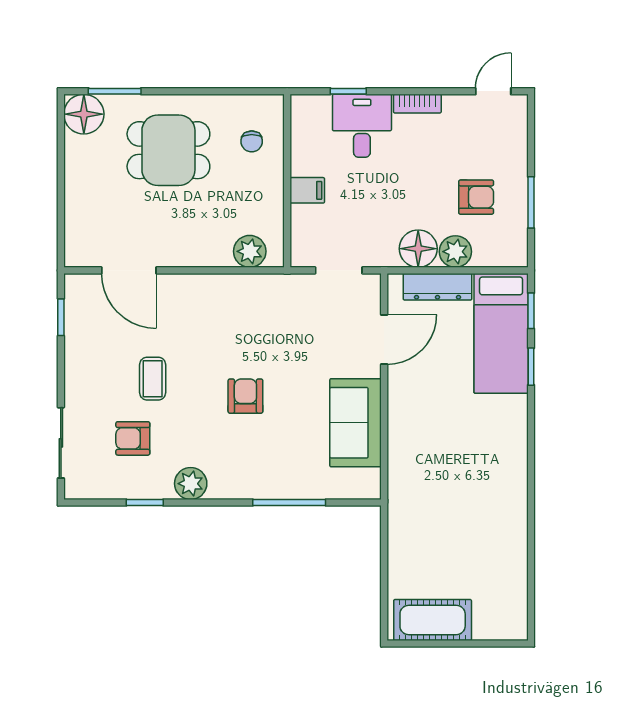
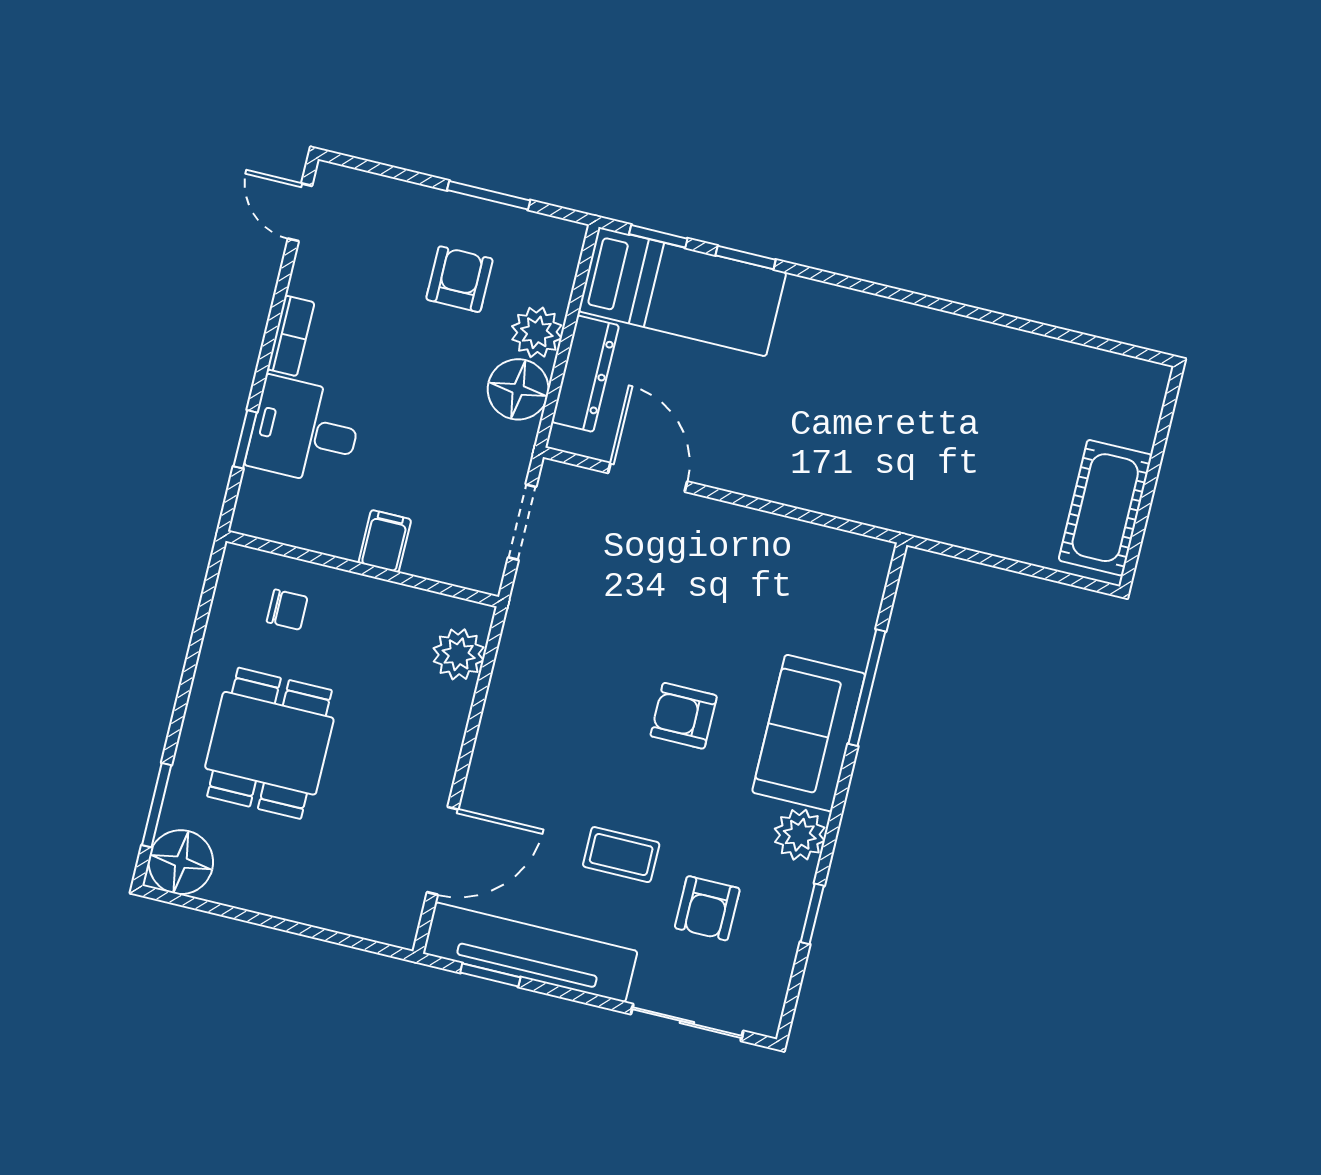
tv unit: (80, 338) -> (530, 952), added
sofa: (356, 423) -> (809, 733), moved, turned 90

